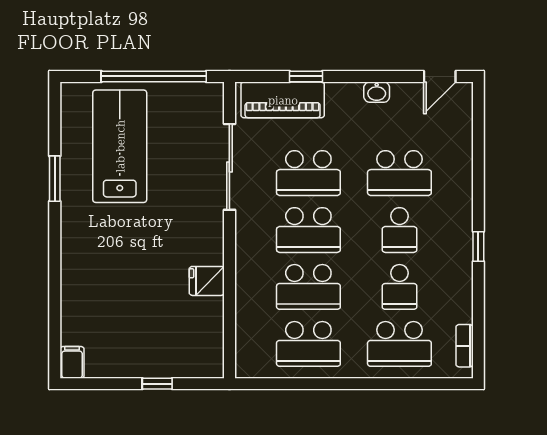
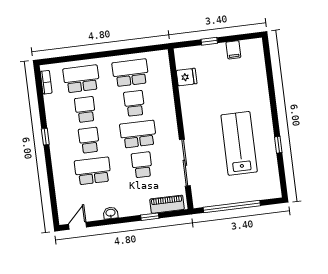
piano: (283, 100) -> (167, 204), width x0.73, depth x0.75
lab bench: (120, 146) -> (239, 143), moved, turned 180
school desk: (308, 173) -> (142, 165), width x0.54
window: (55, 179) -> (278, 145), width x0.67
fridge: (207, 281) -> (187, 77), moved
school desk: (308, 287) -> (134, 103), width x0.54
filing cabinet: (72, 362) -> (233, 50), moved

